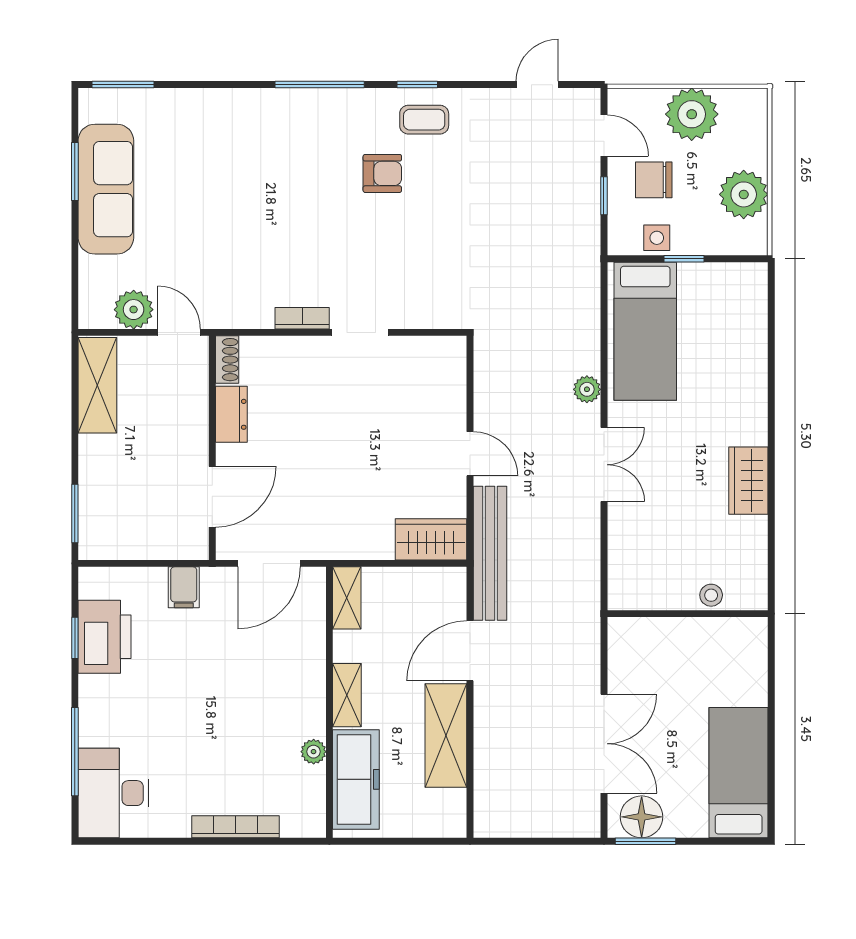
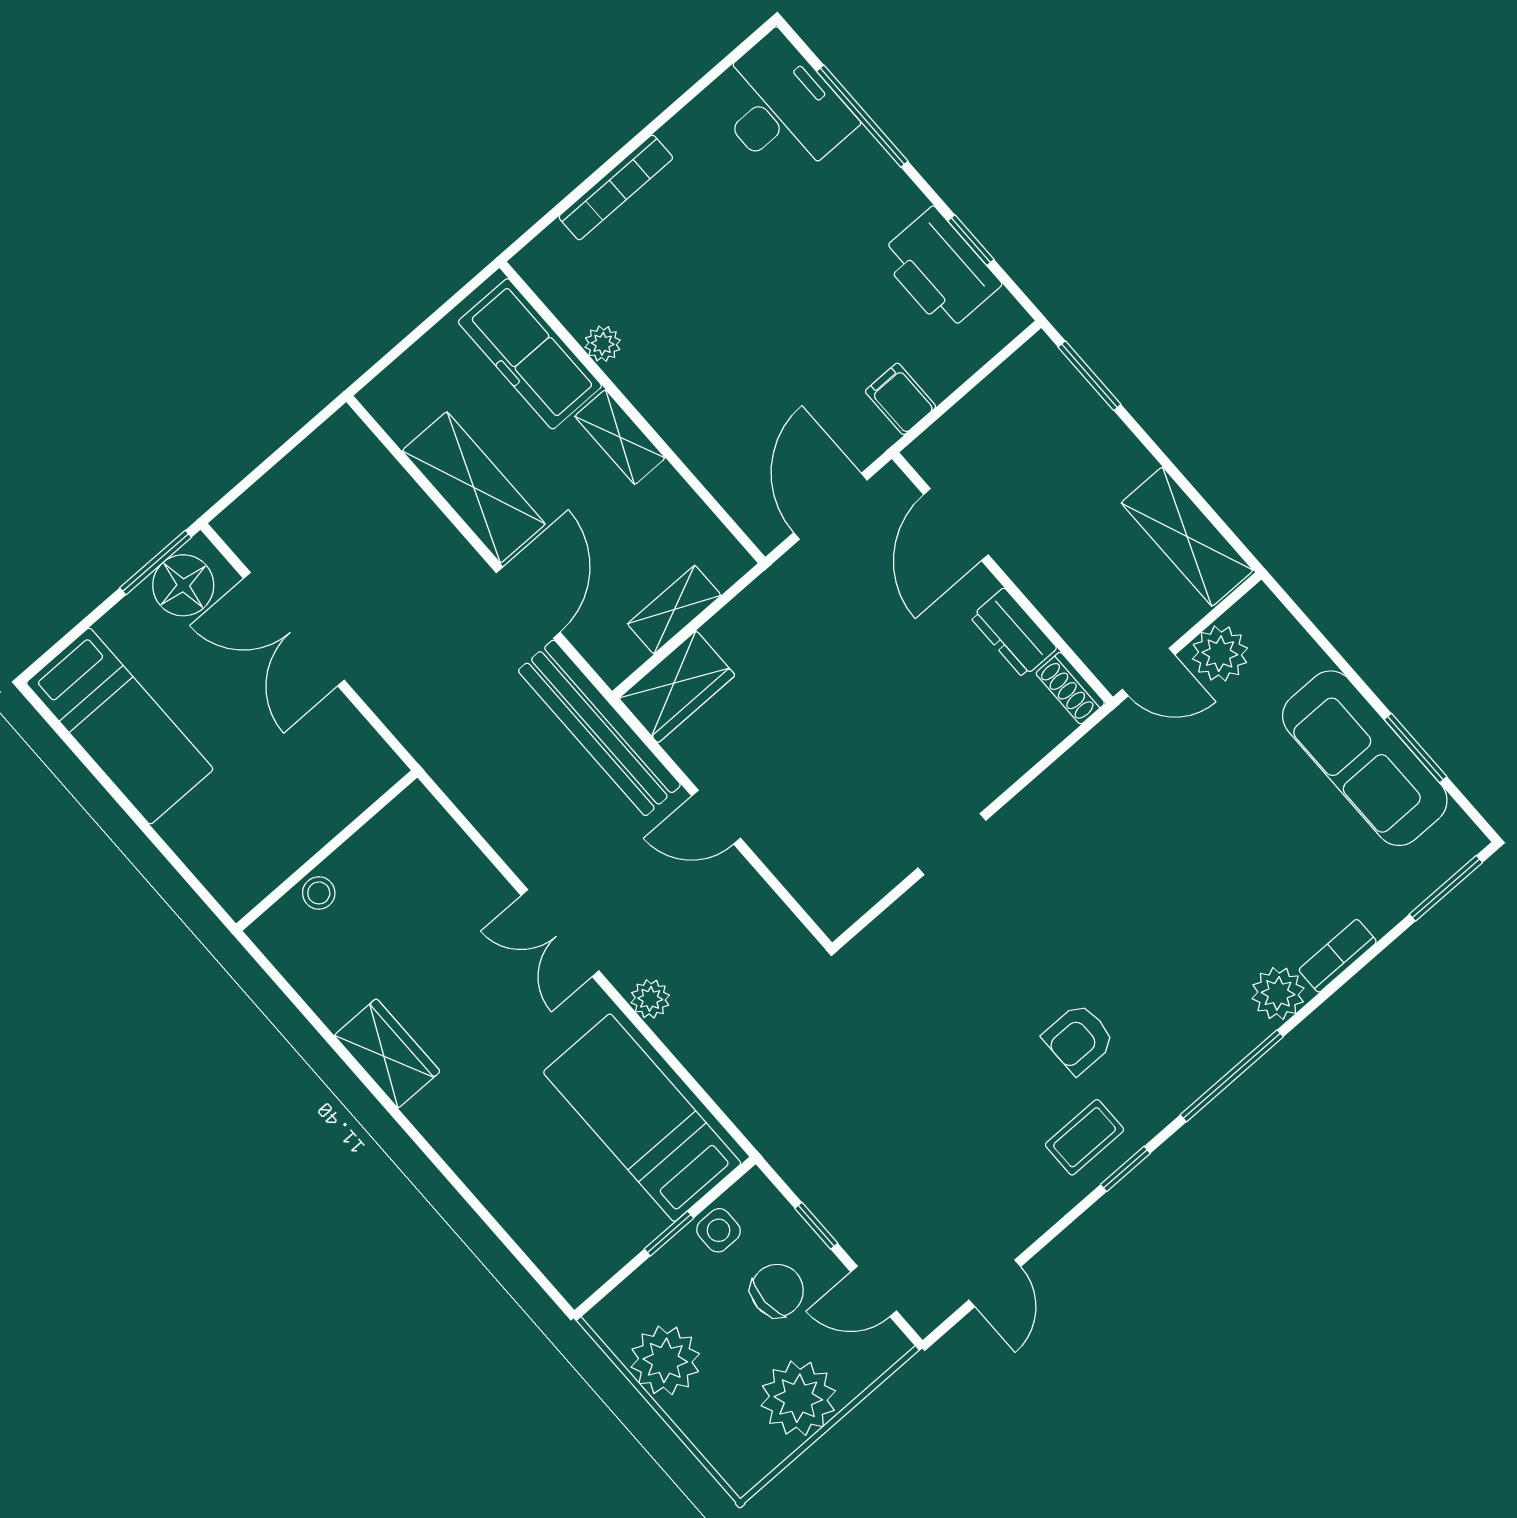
plant: (258, 106) -> (1278, 993), added
bookcase: (302, 318) -> (1338, 956), moved, turned 180
shelving: (347, 598) -> (674, 610), moved, turned 90

